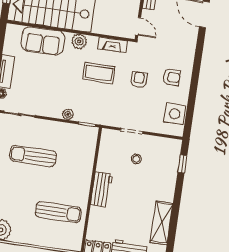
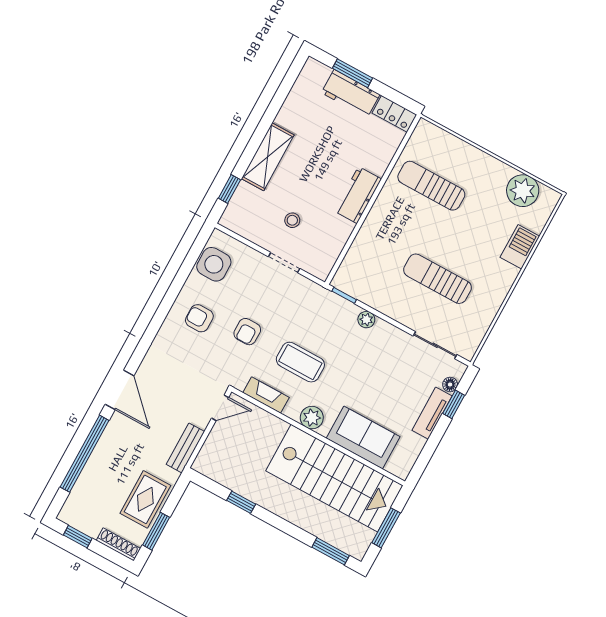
door: (138, 26) -> (220, 408), swing flipped
sun lounger: (33, 156) -> (438, 279), turned 180
shelving: (162, 223) -> (268, 157), moved

